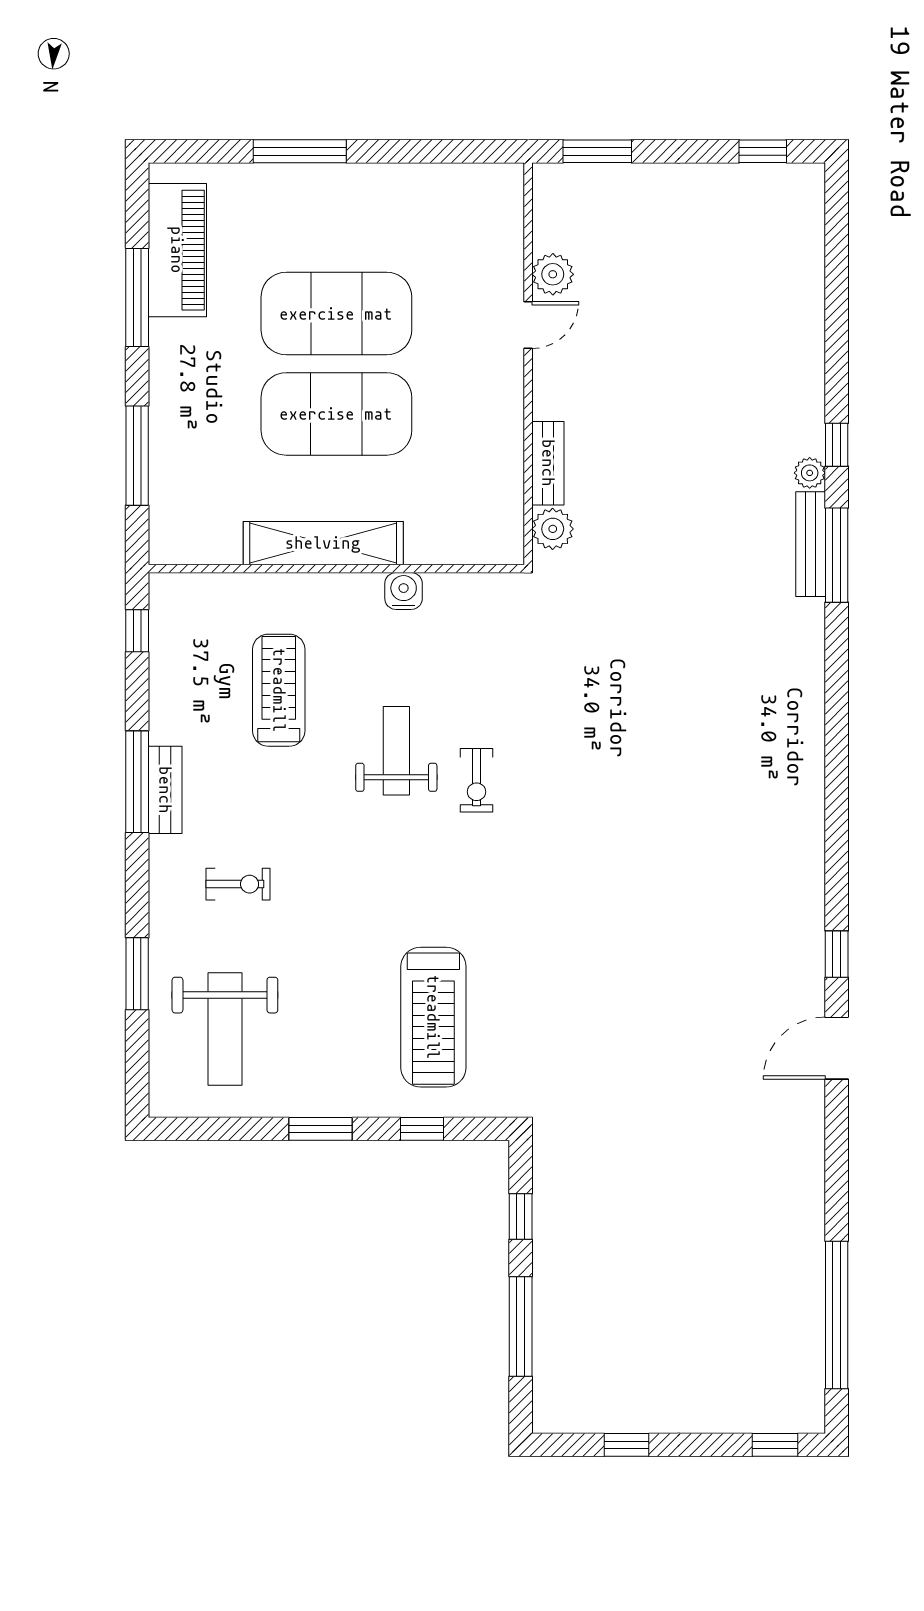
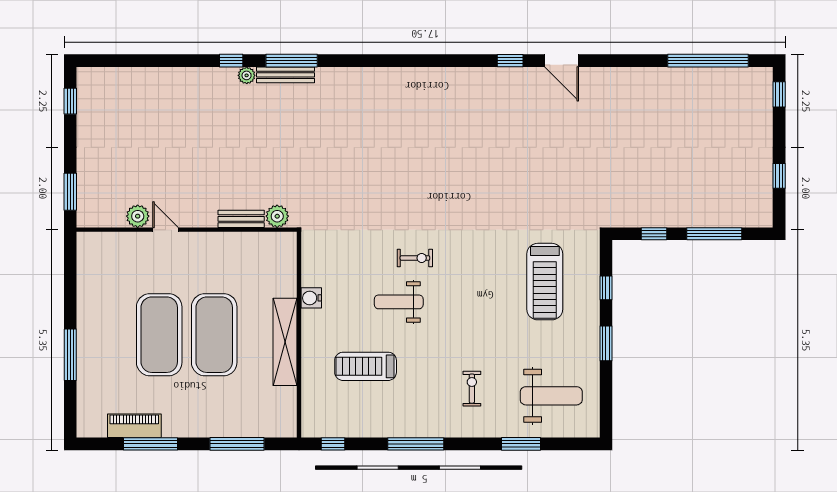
piano: (177, 250) -> (134, 426), width x0.73, depth x0.75
bench: (165, 790) -> (420, 429), removed
treadmill: (433, 1017) -> (545, 282), turned 90

